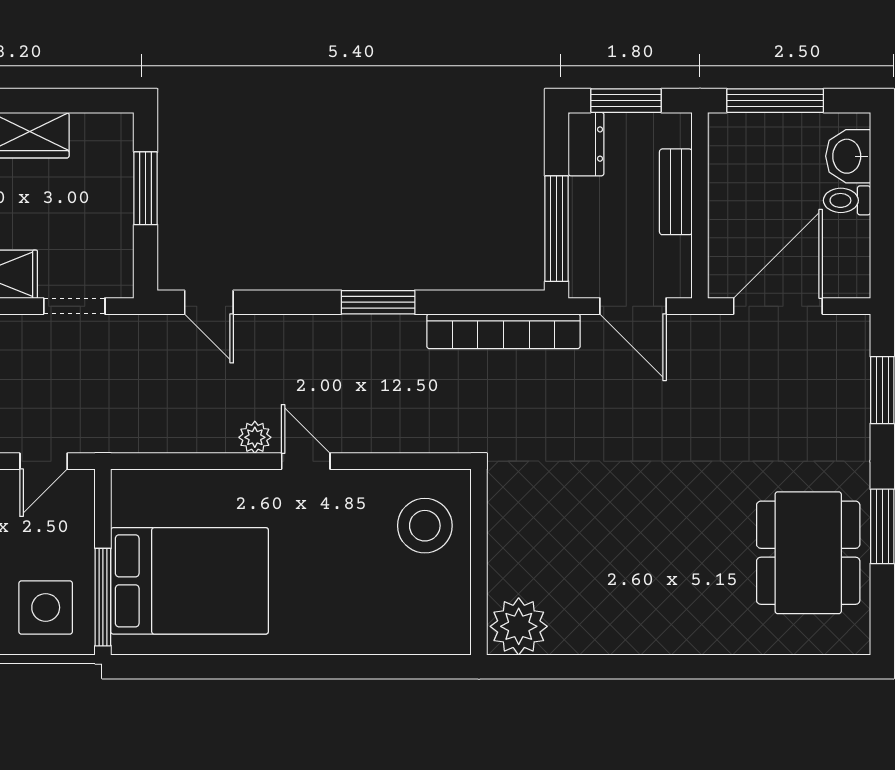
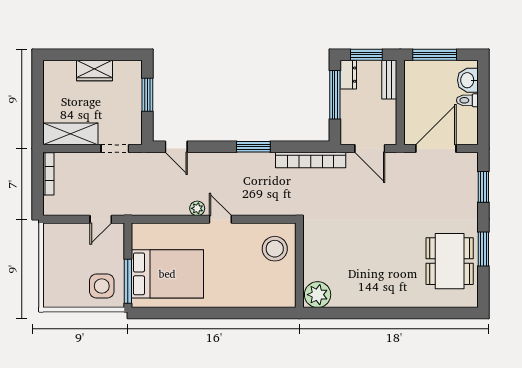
bench: (676, 192) -> (389, 80), moved
window: (557, 229) -> (335, 95), moved

